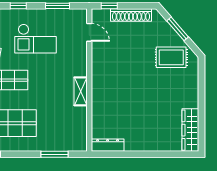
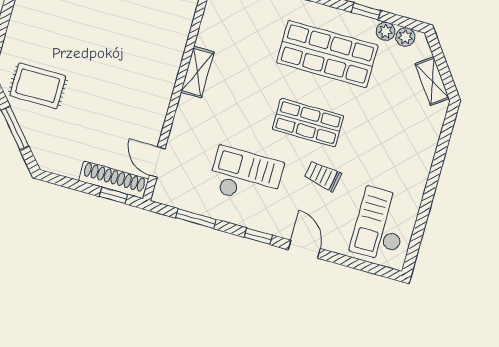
shoe rack: (131, 15) -> (114, 180), moved

